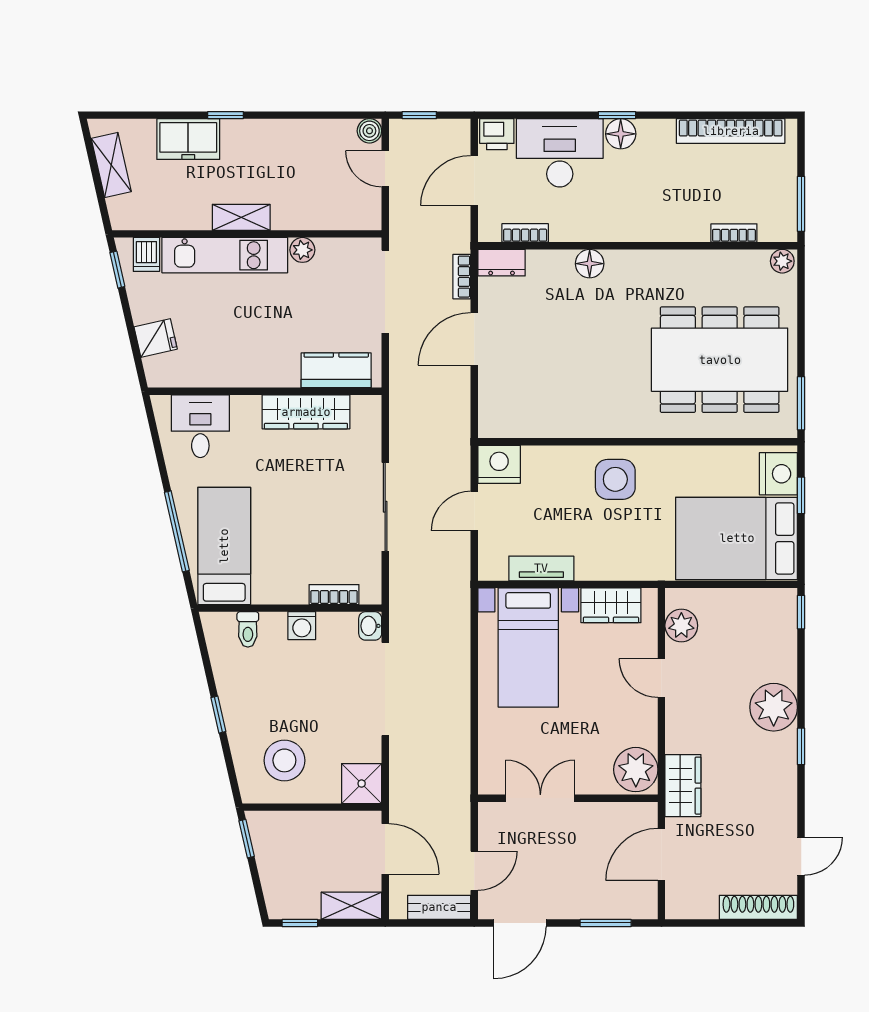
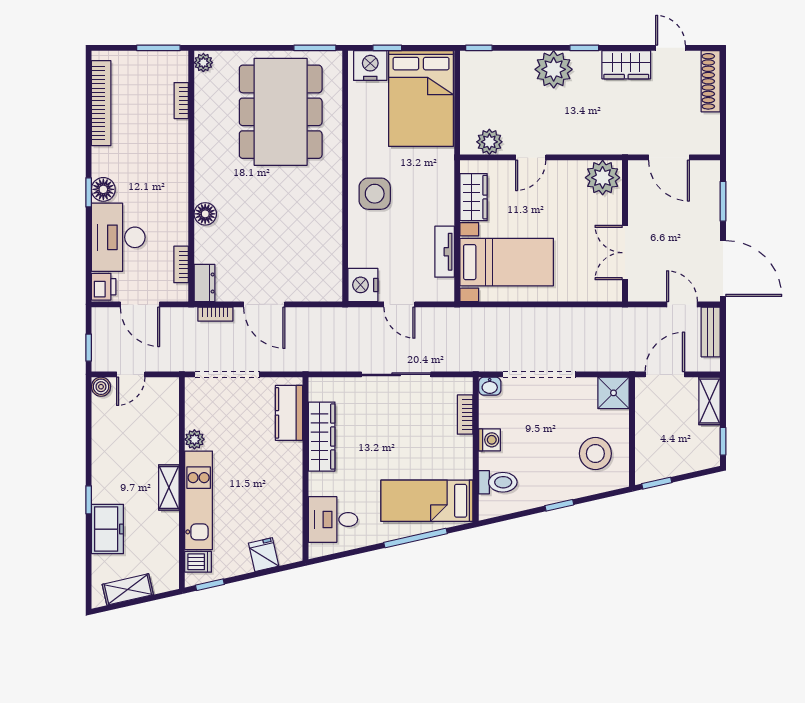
toilet: (248, 629) -> (498, 482), width x1.37, depth x1.39
wardrobe: (683, 786) -> (626, 65), moved, turned 180
door: (520, 923) -> (723, 269), width x1.36

